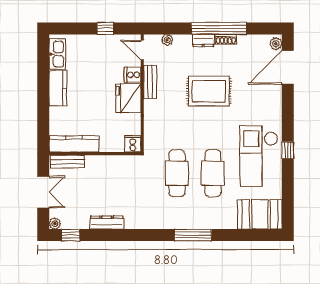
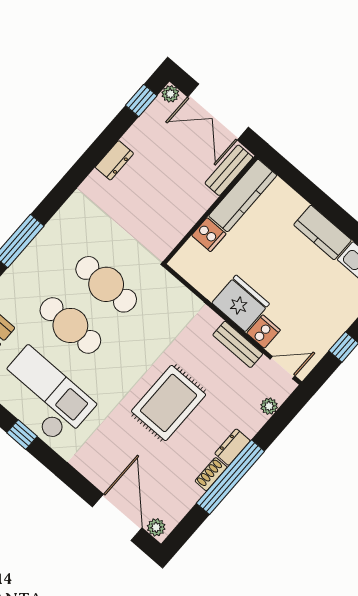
cooker: (133, 144) -> (209, 235), moved
double door: (43, 192) -> (218, 112), width x1.37
dresser: (107, 223) -> (114, 160), width x0.70

